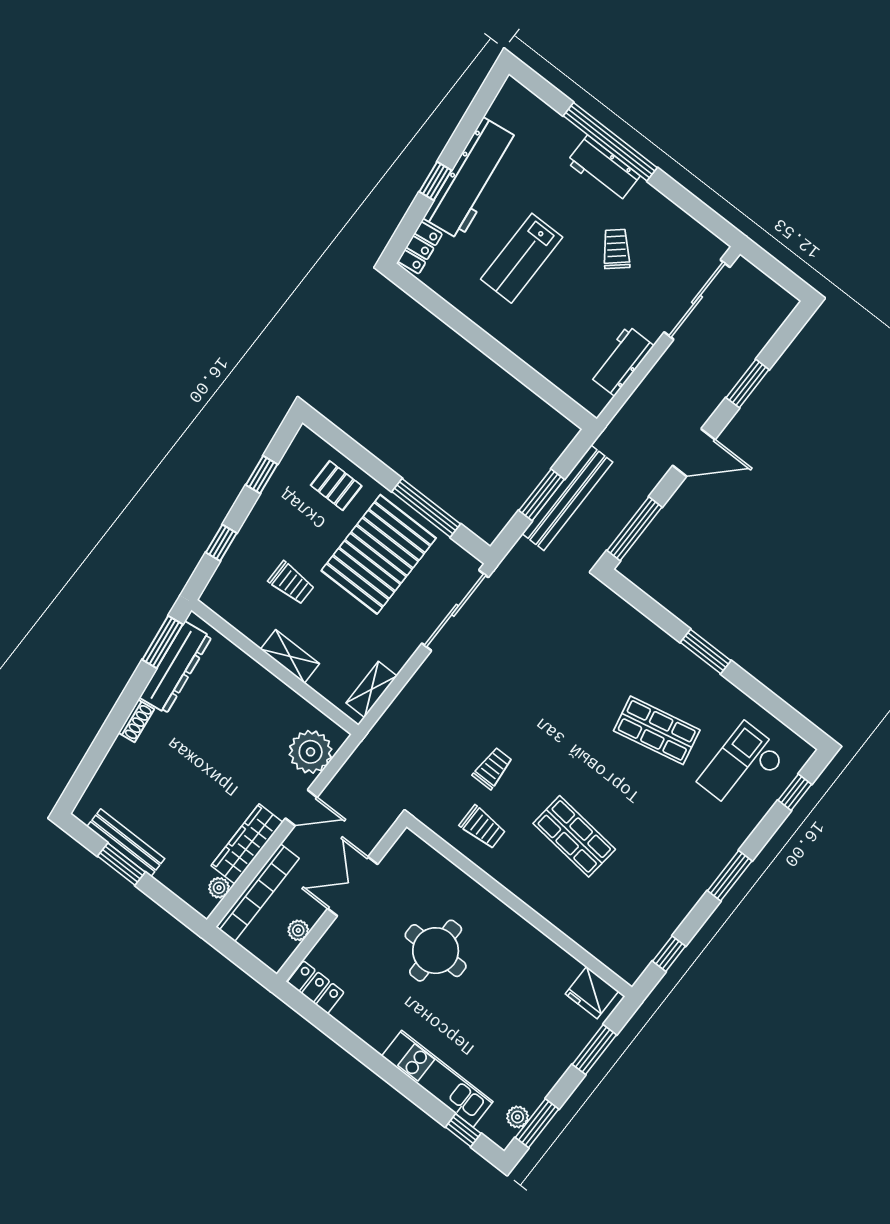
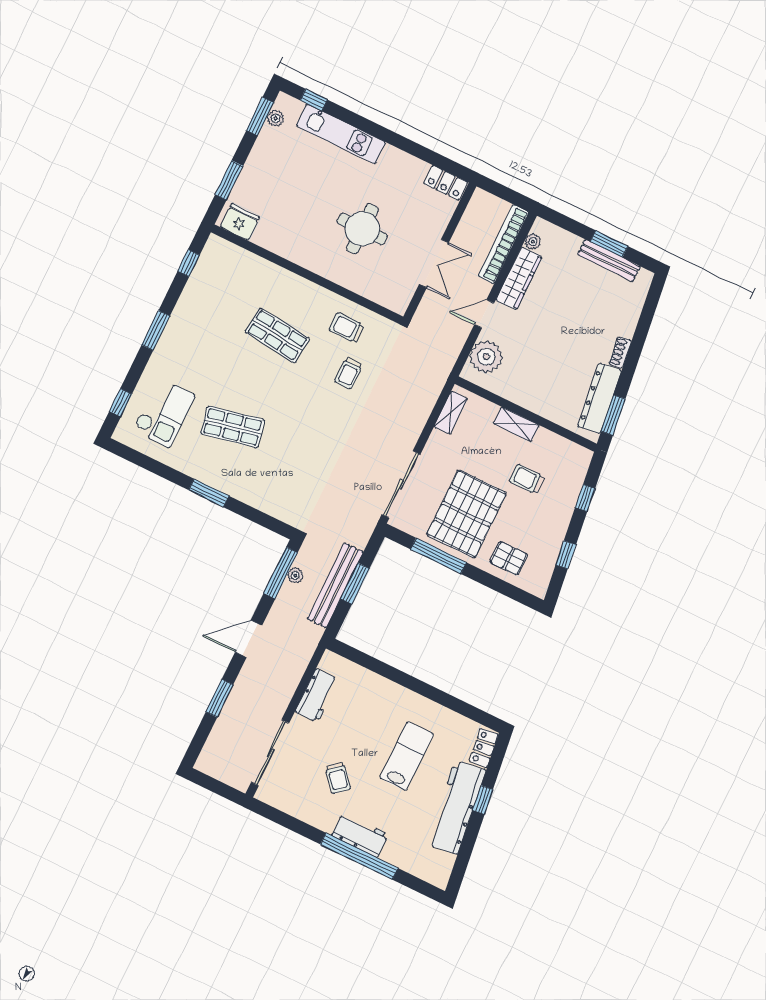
plant: (298, 930) -> (295, 575), moved

